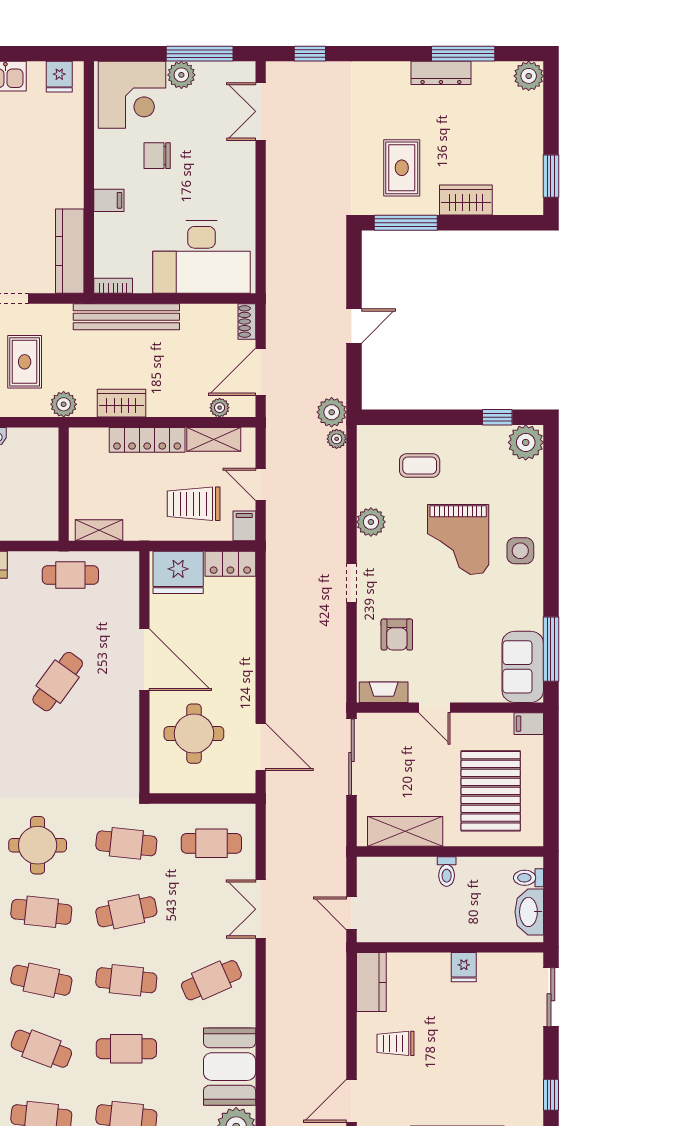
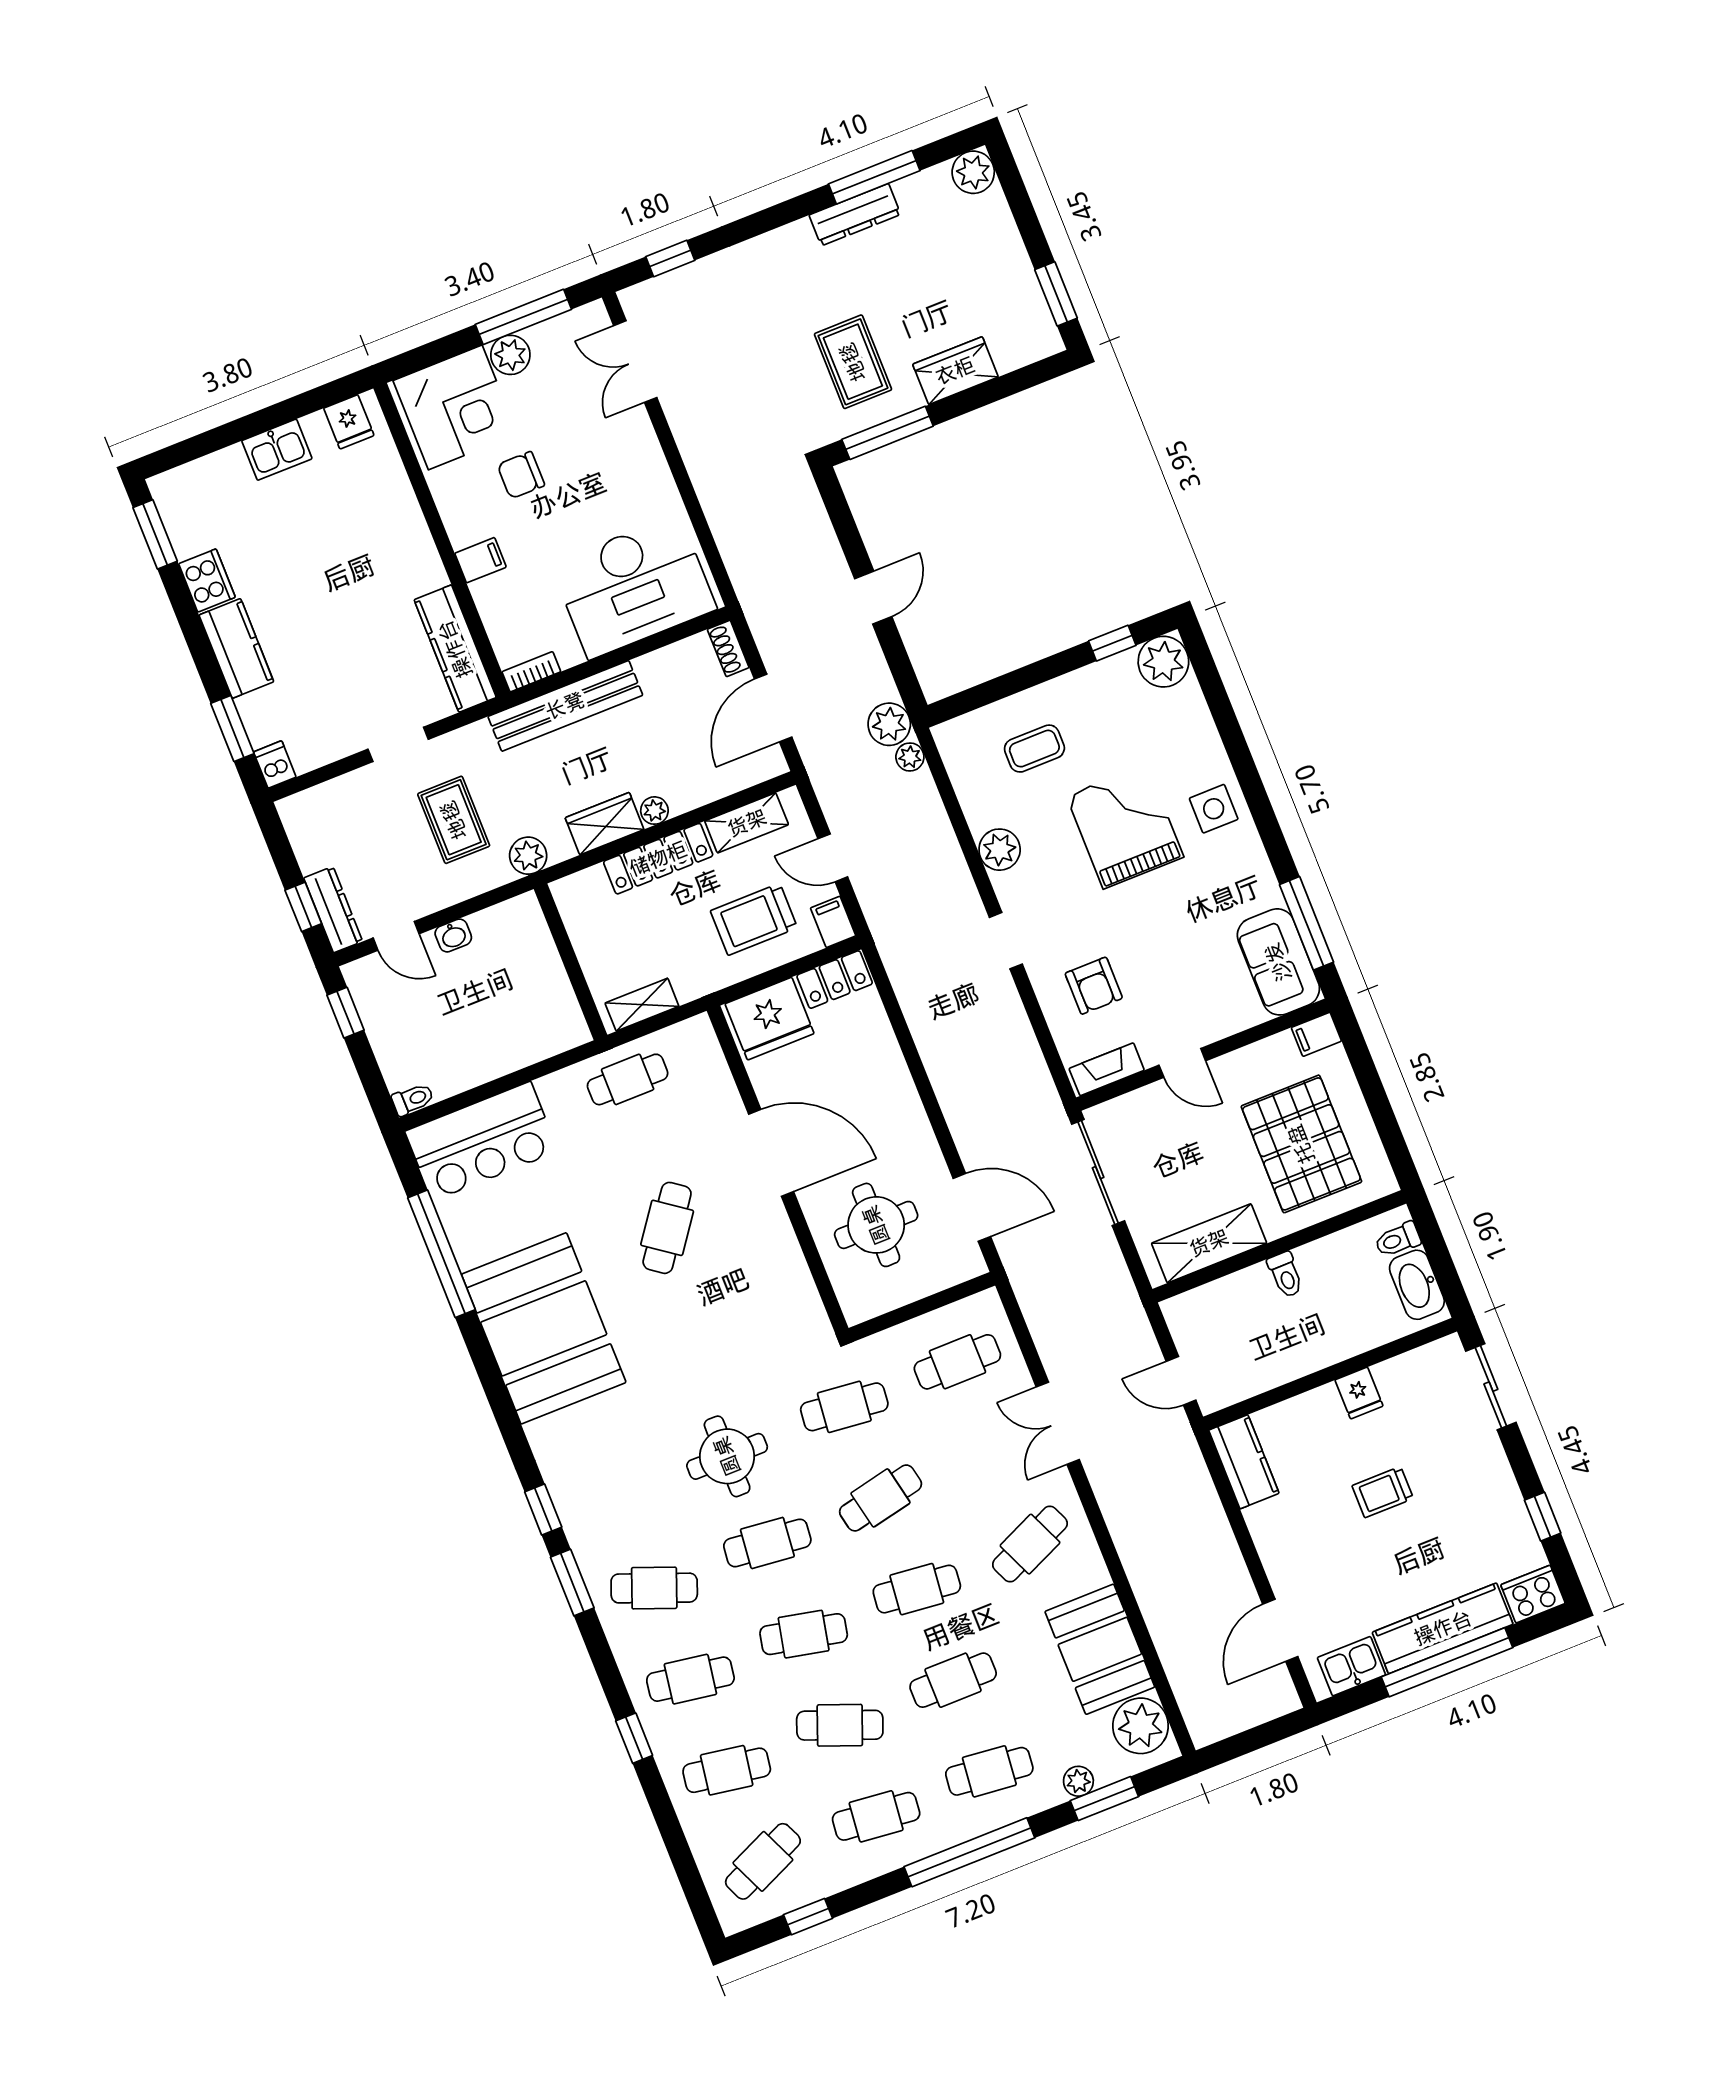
plant: (220, 408) -> (654, 811), moved
grand piano: (458, 539) -> (1125, 827), turned 180
trolley: (395, 1043) -> (1383, 1492), moved

